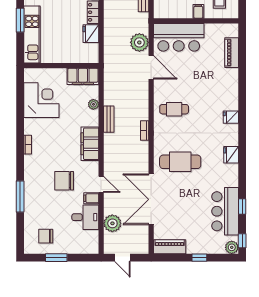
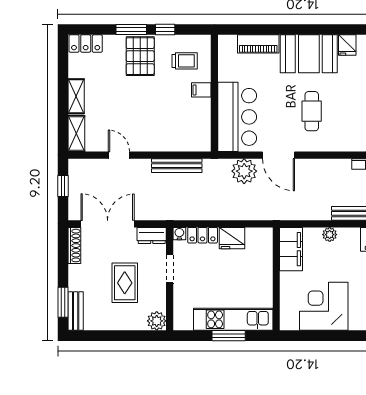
window: (20, 20) -> (229, 336), moved
door: (151, 67) -> (279, 155), swing flipped
booth: (224, 89) -> (309, 54), added
cafe table: (174, 109) -> (312, 111), moved

